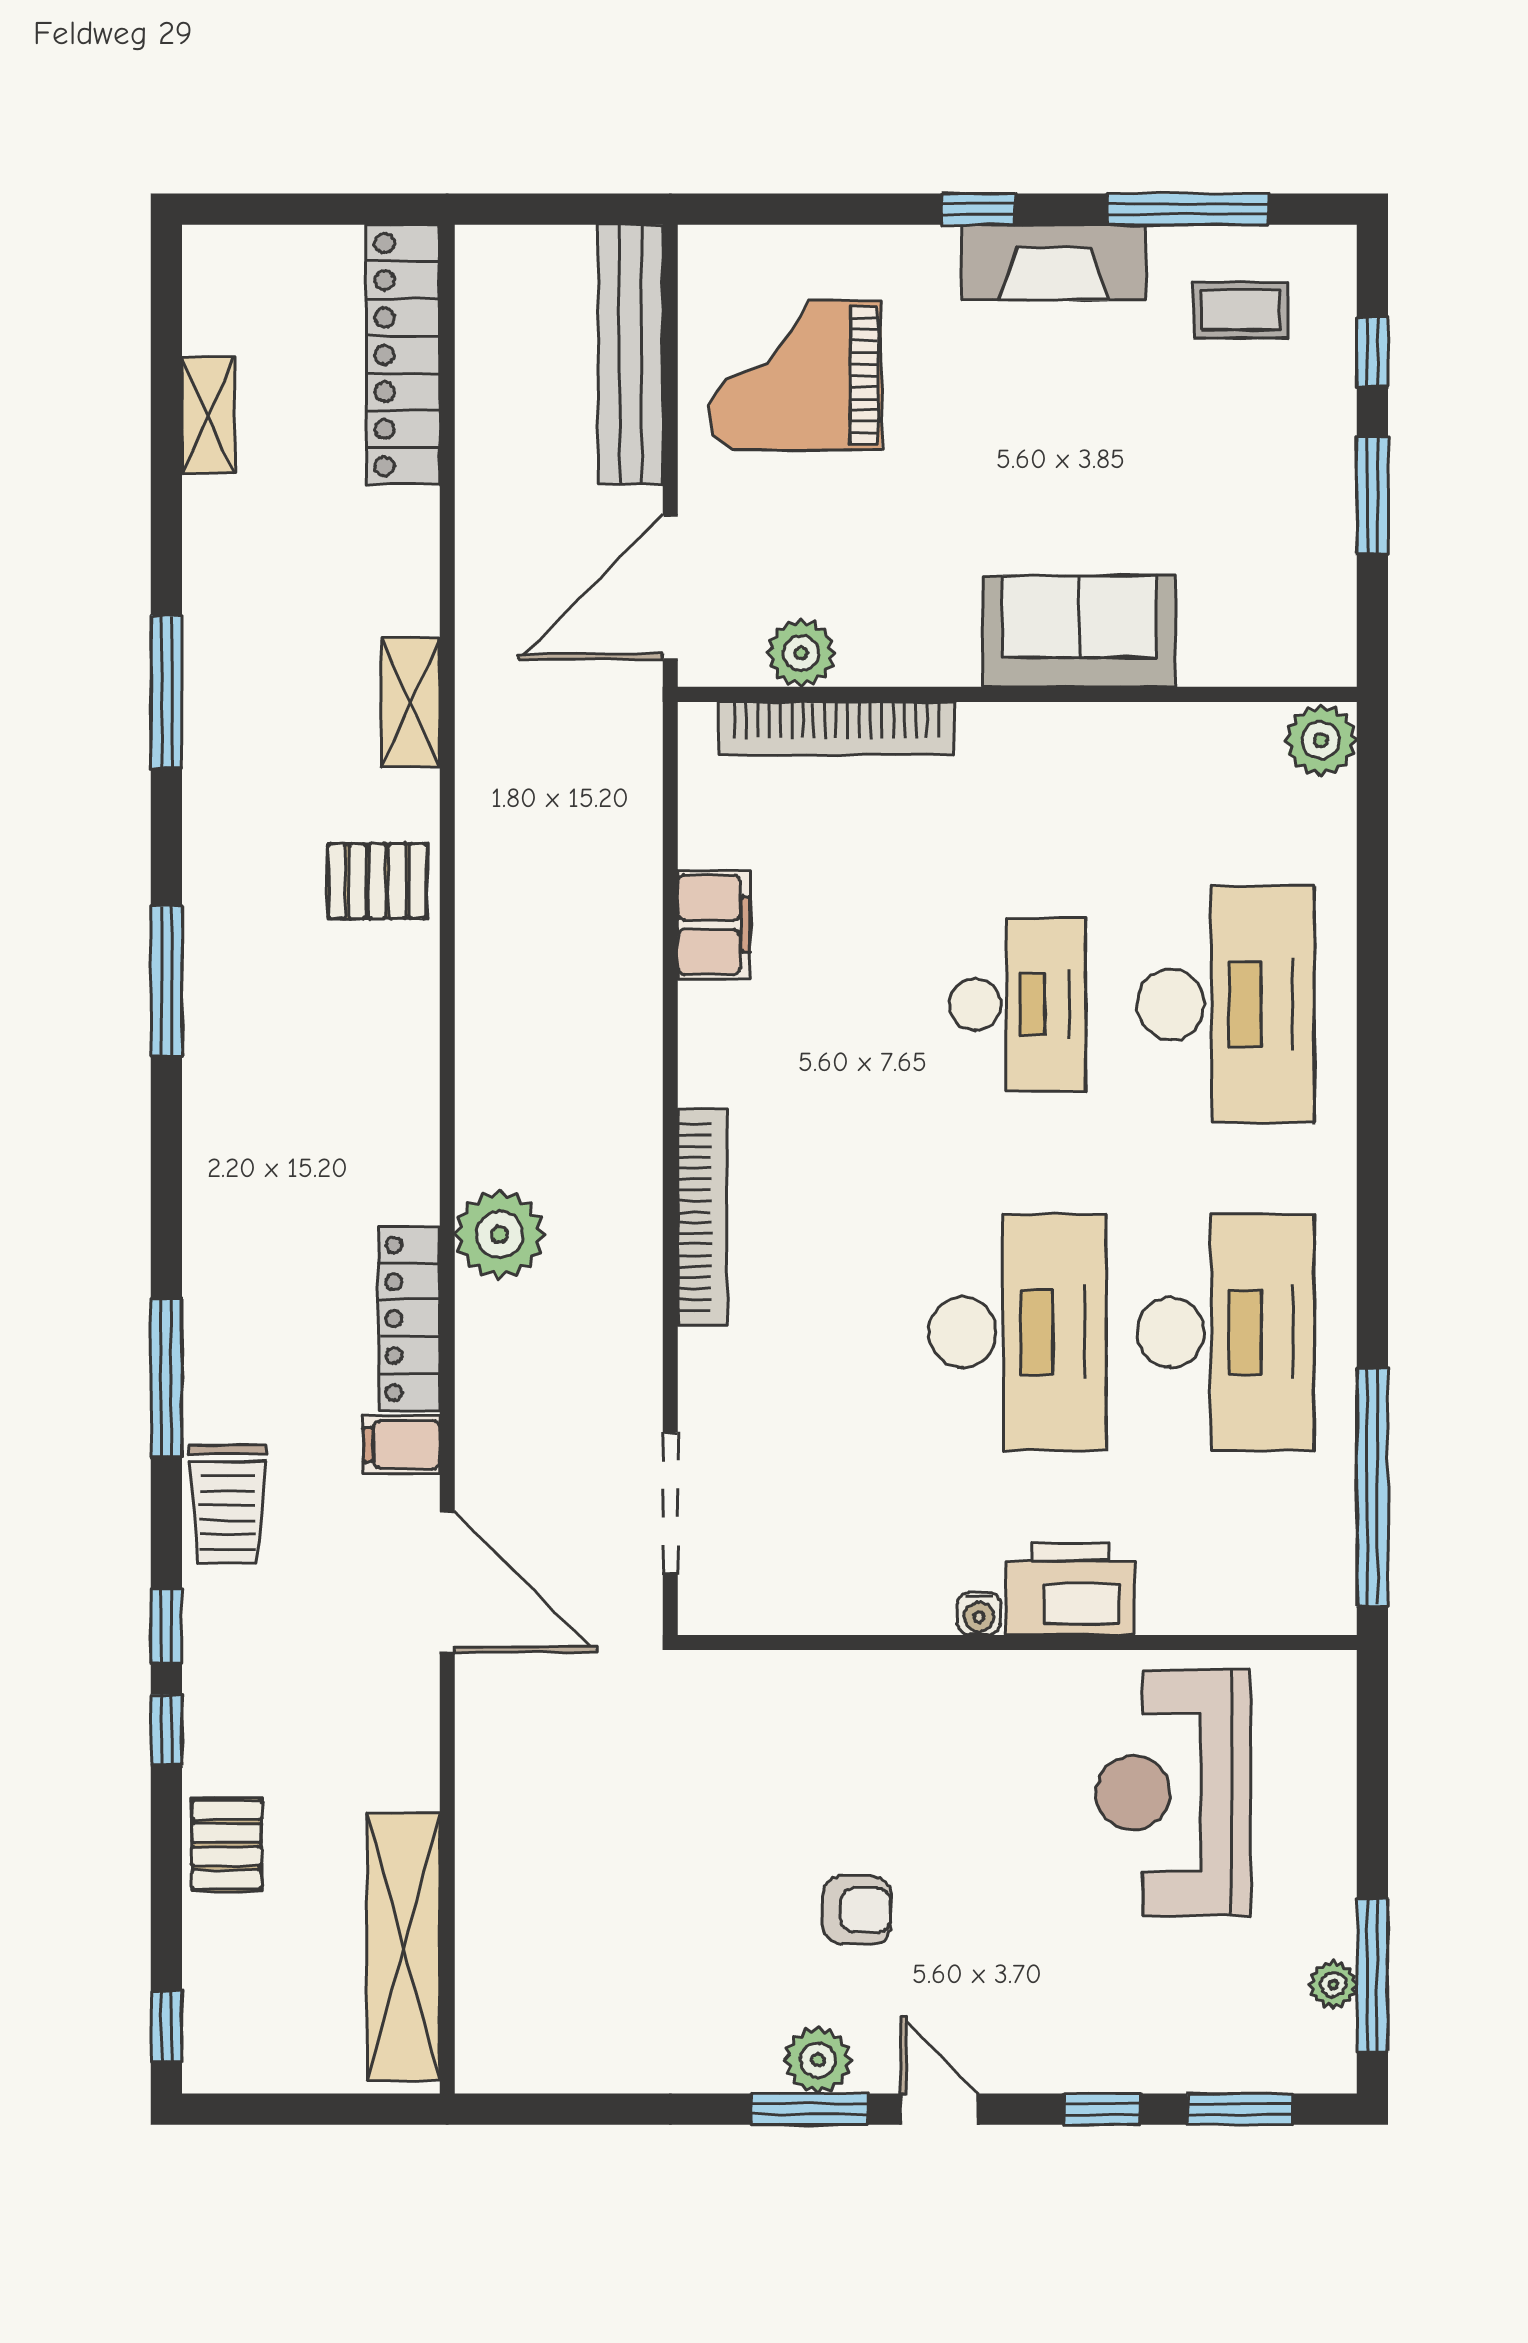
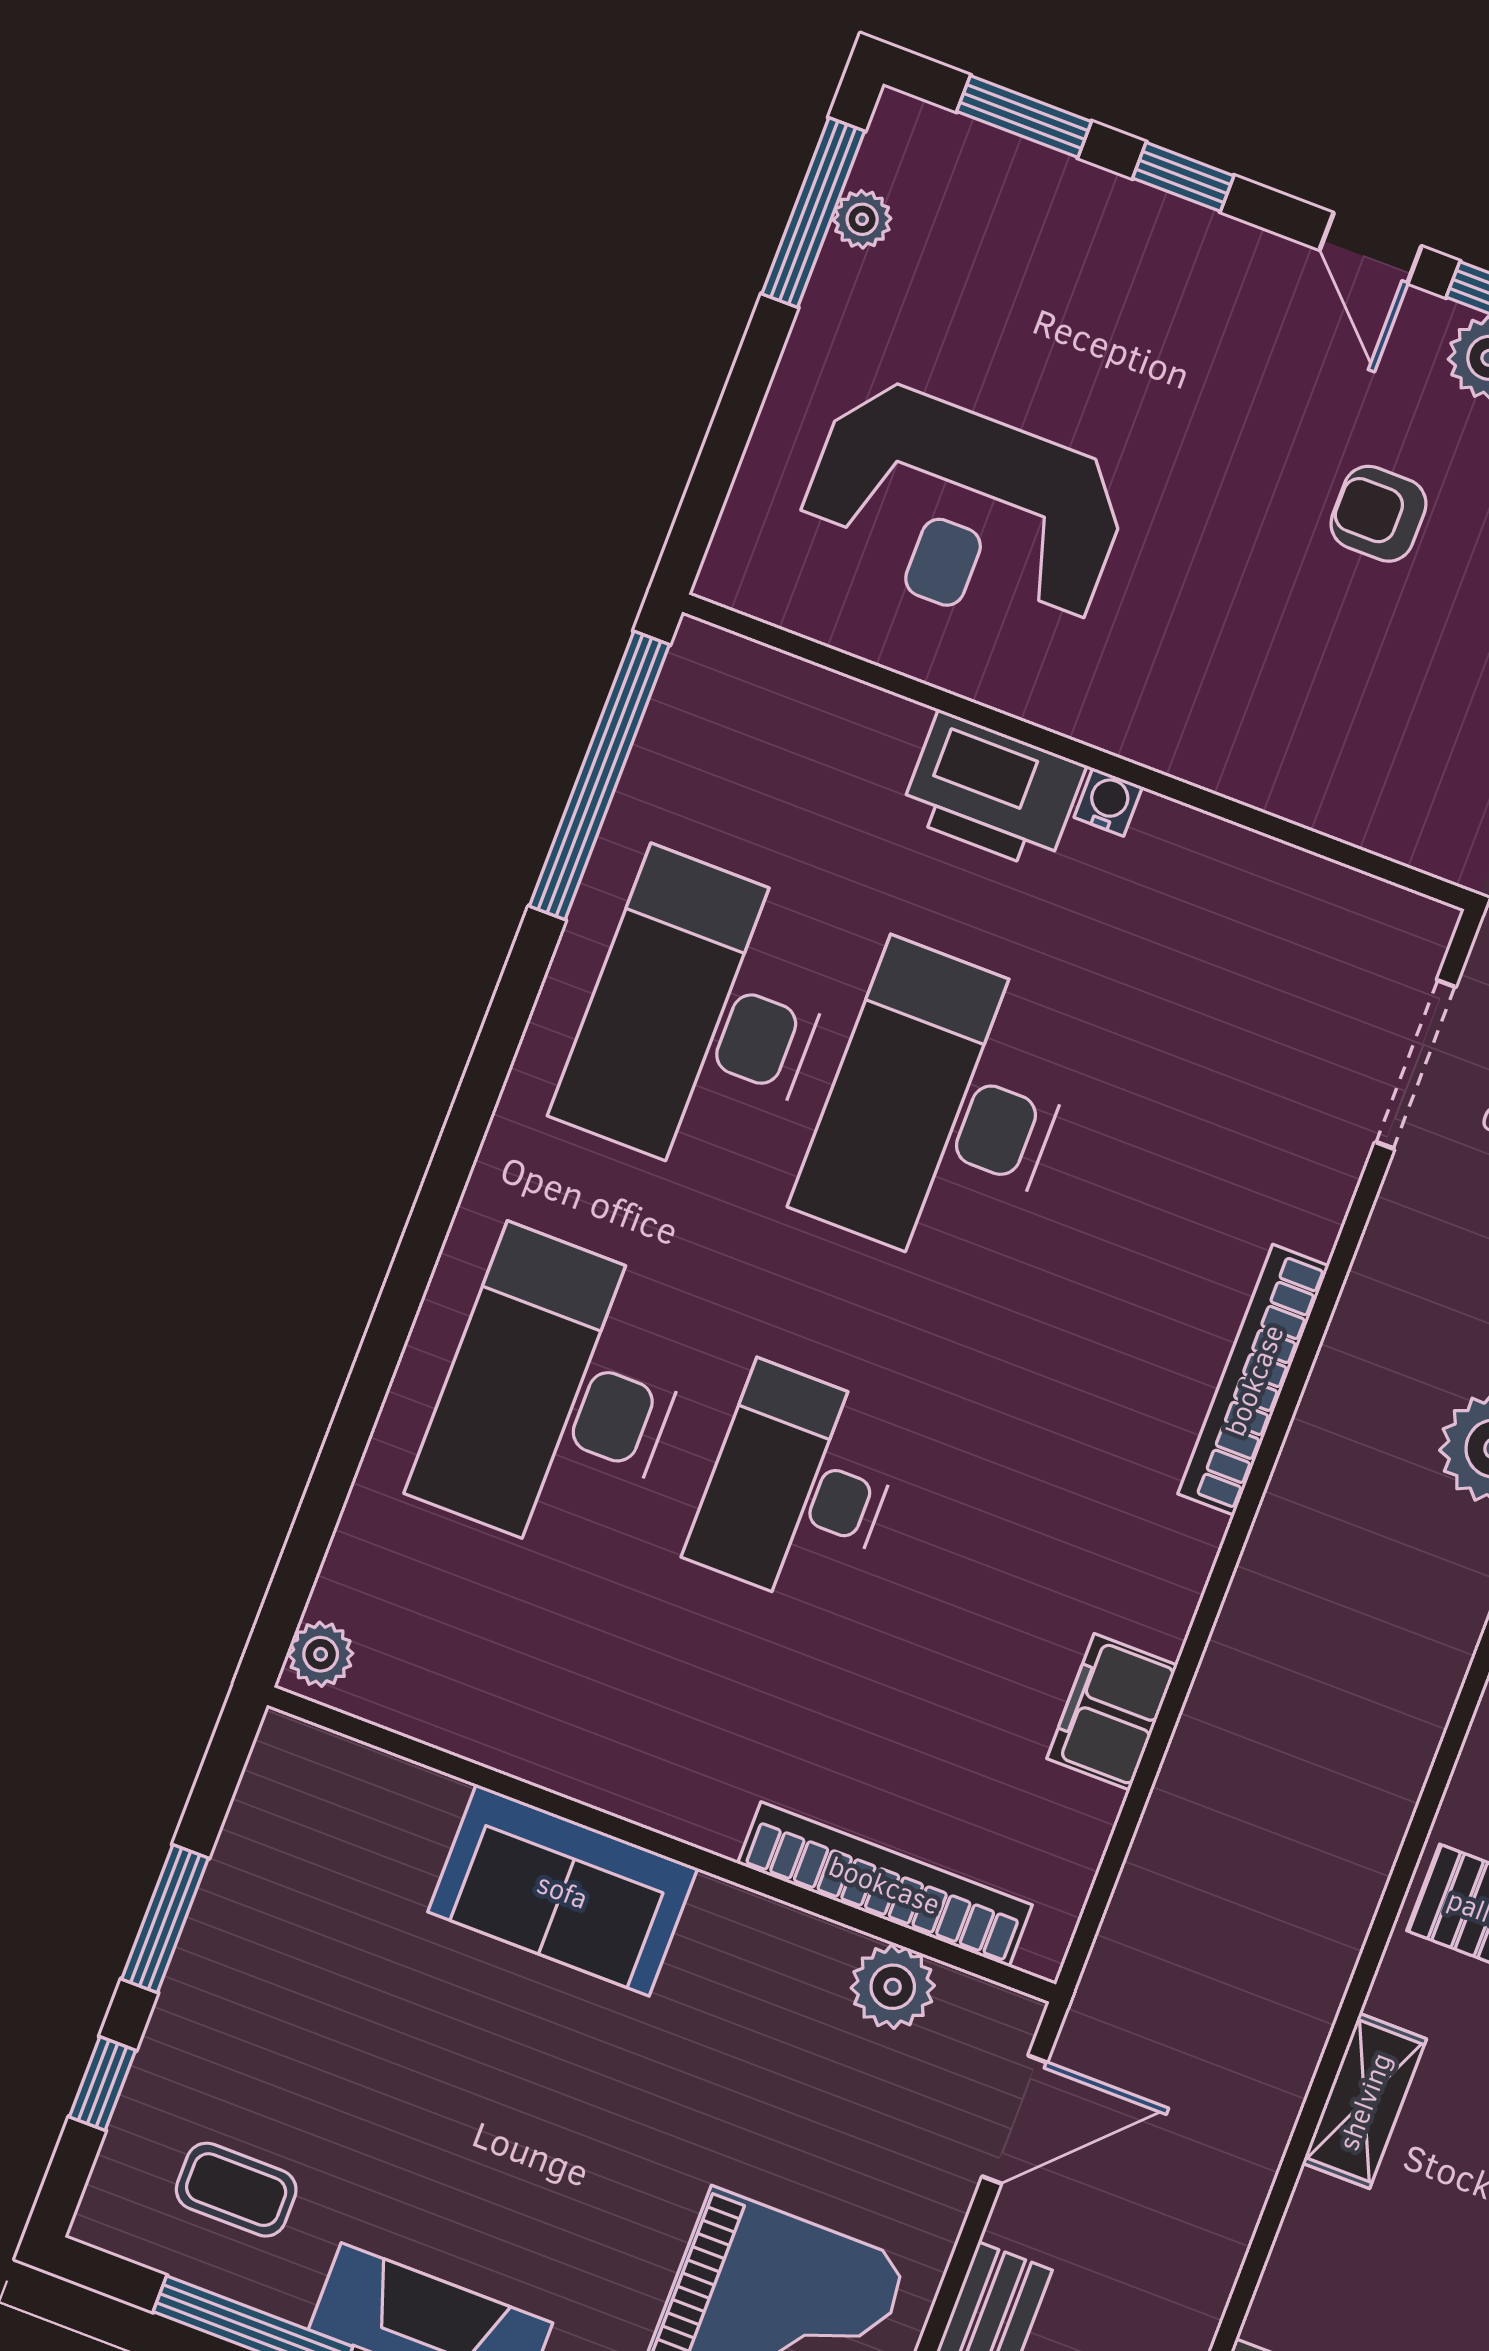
door: (670, 587) -> (1015, 2120), width x0.73
plant: (1321, 740) -> (321, 1654), width x0.73, depth x0.73
reception desk: (1173, 1793) -> (963, 511), turned 90

